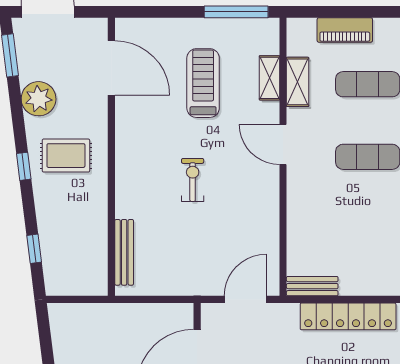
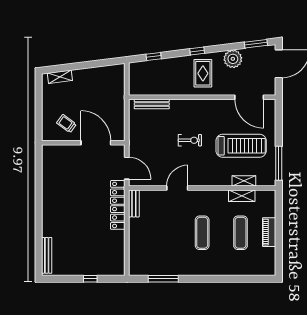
piano: (345, 30) -> (269, 232), moved
door: (111, 68) -> (249, 97), hinge flipped
treadmill: (203, 83) -> (241, 146), width x1.37, depth x1.38
door: (283, 144) -> (177, 188), moved
locker: (348, 316) -> (118, 205), moved

